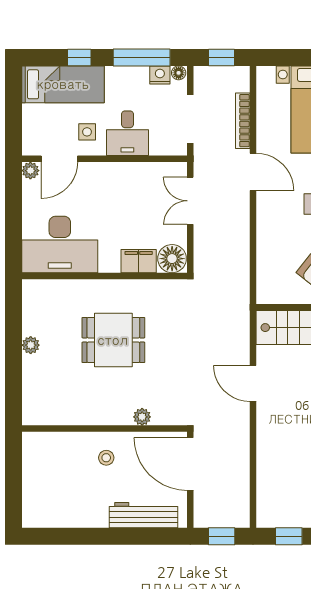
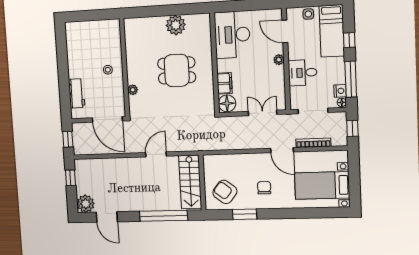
side table: (87, 132) -> (308, 14), moved
plant: (30, 171) -> (279, 60), moved
door: (253, 172) -> (282, 150), hinge flipped
dining table: (113, 340) -> (177, 70), turned 90
plant: (31, 345) -> (176, 25), width x1.88, depth x1.88
door: (190, 464) -> (107, 119), swing flipped
workbench: (144, 515) -> (77, 93), width x0.73

